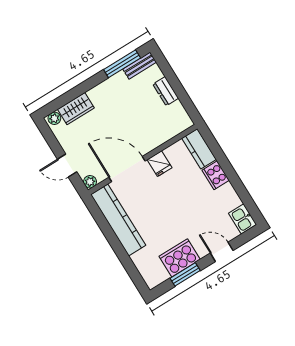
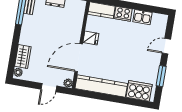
kitchen sink: (243, 219) -> (142, 17), moved
cooker: (180, 258) -> (139, 91), moved, turned 90

